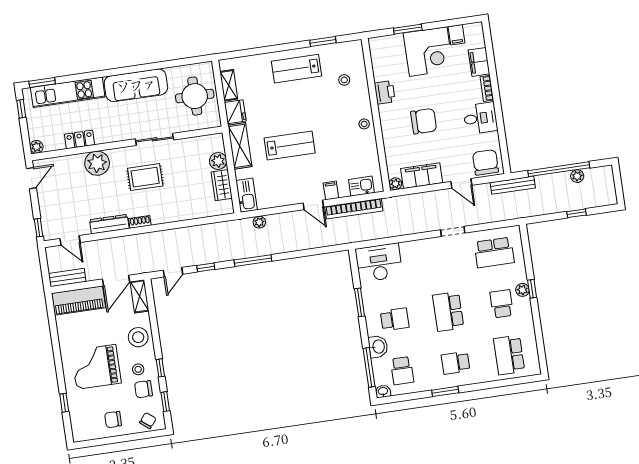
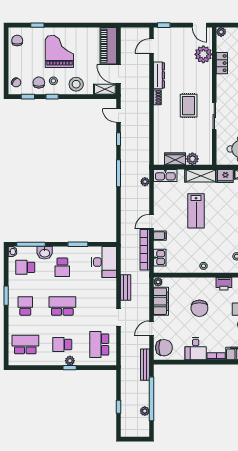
plant: (97, 163) -> (203, 54), moved
bench: (67, 278) -> (126, 288), moved
school desk: (502, 304) -> (62, 345), turned 180
chair: (113, 420) -> (17, 41), moved

